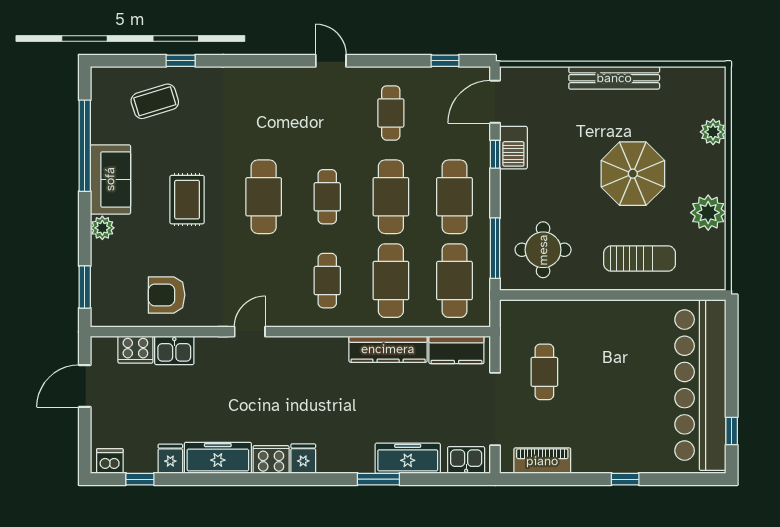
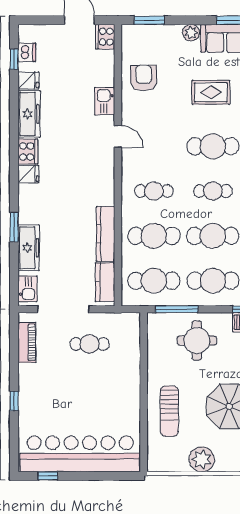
round table: (543, 250) -> (197, 340), moved
cooker: (135, 350) -> (105, 37), moved
kitchen sink: (174, 350) -> (105, 101), moved
dishwasher: (110, 461) -> (27, 52), moved

